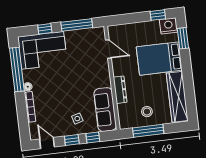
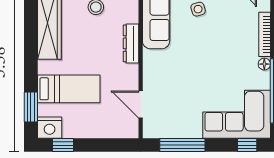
window: (45, 29) -> (247, 145), moved
bed: (159, 59) -> (69, 89), width x0.67

